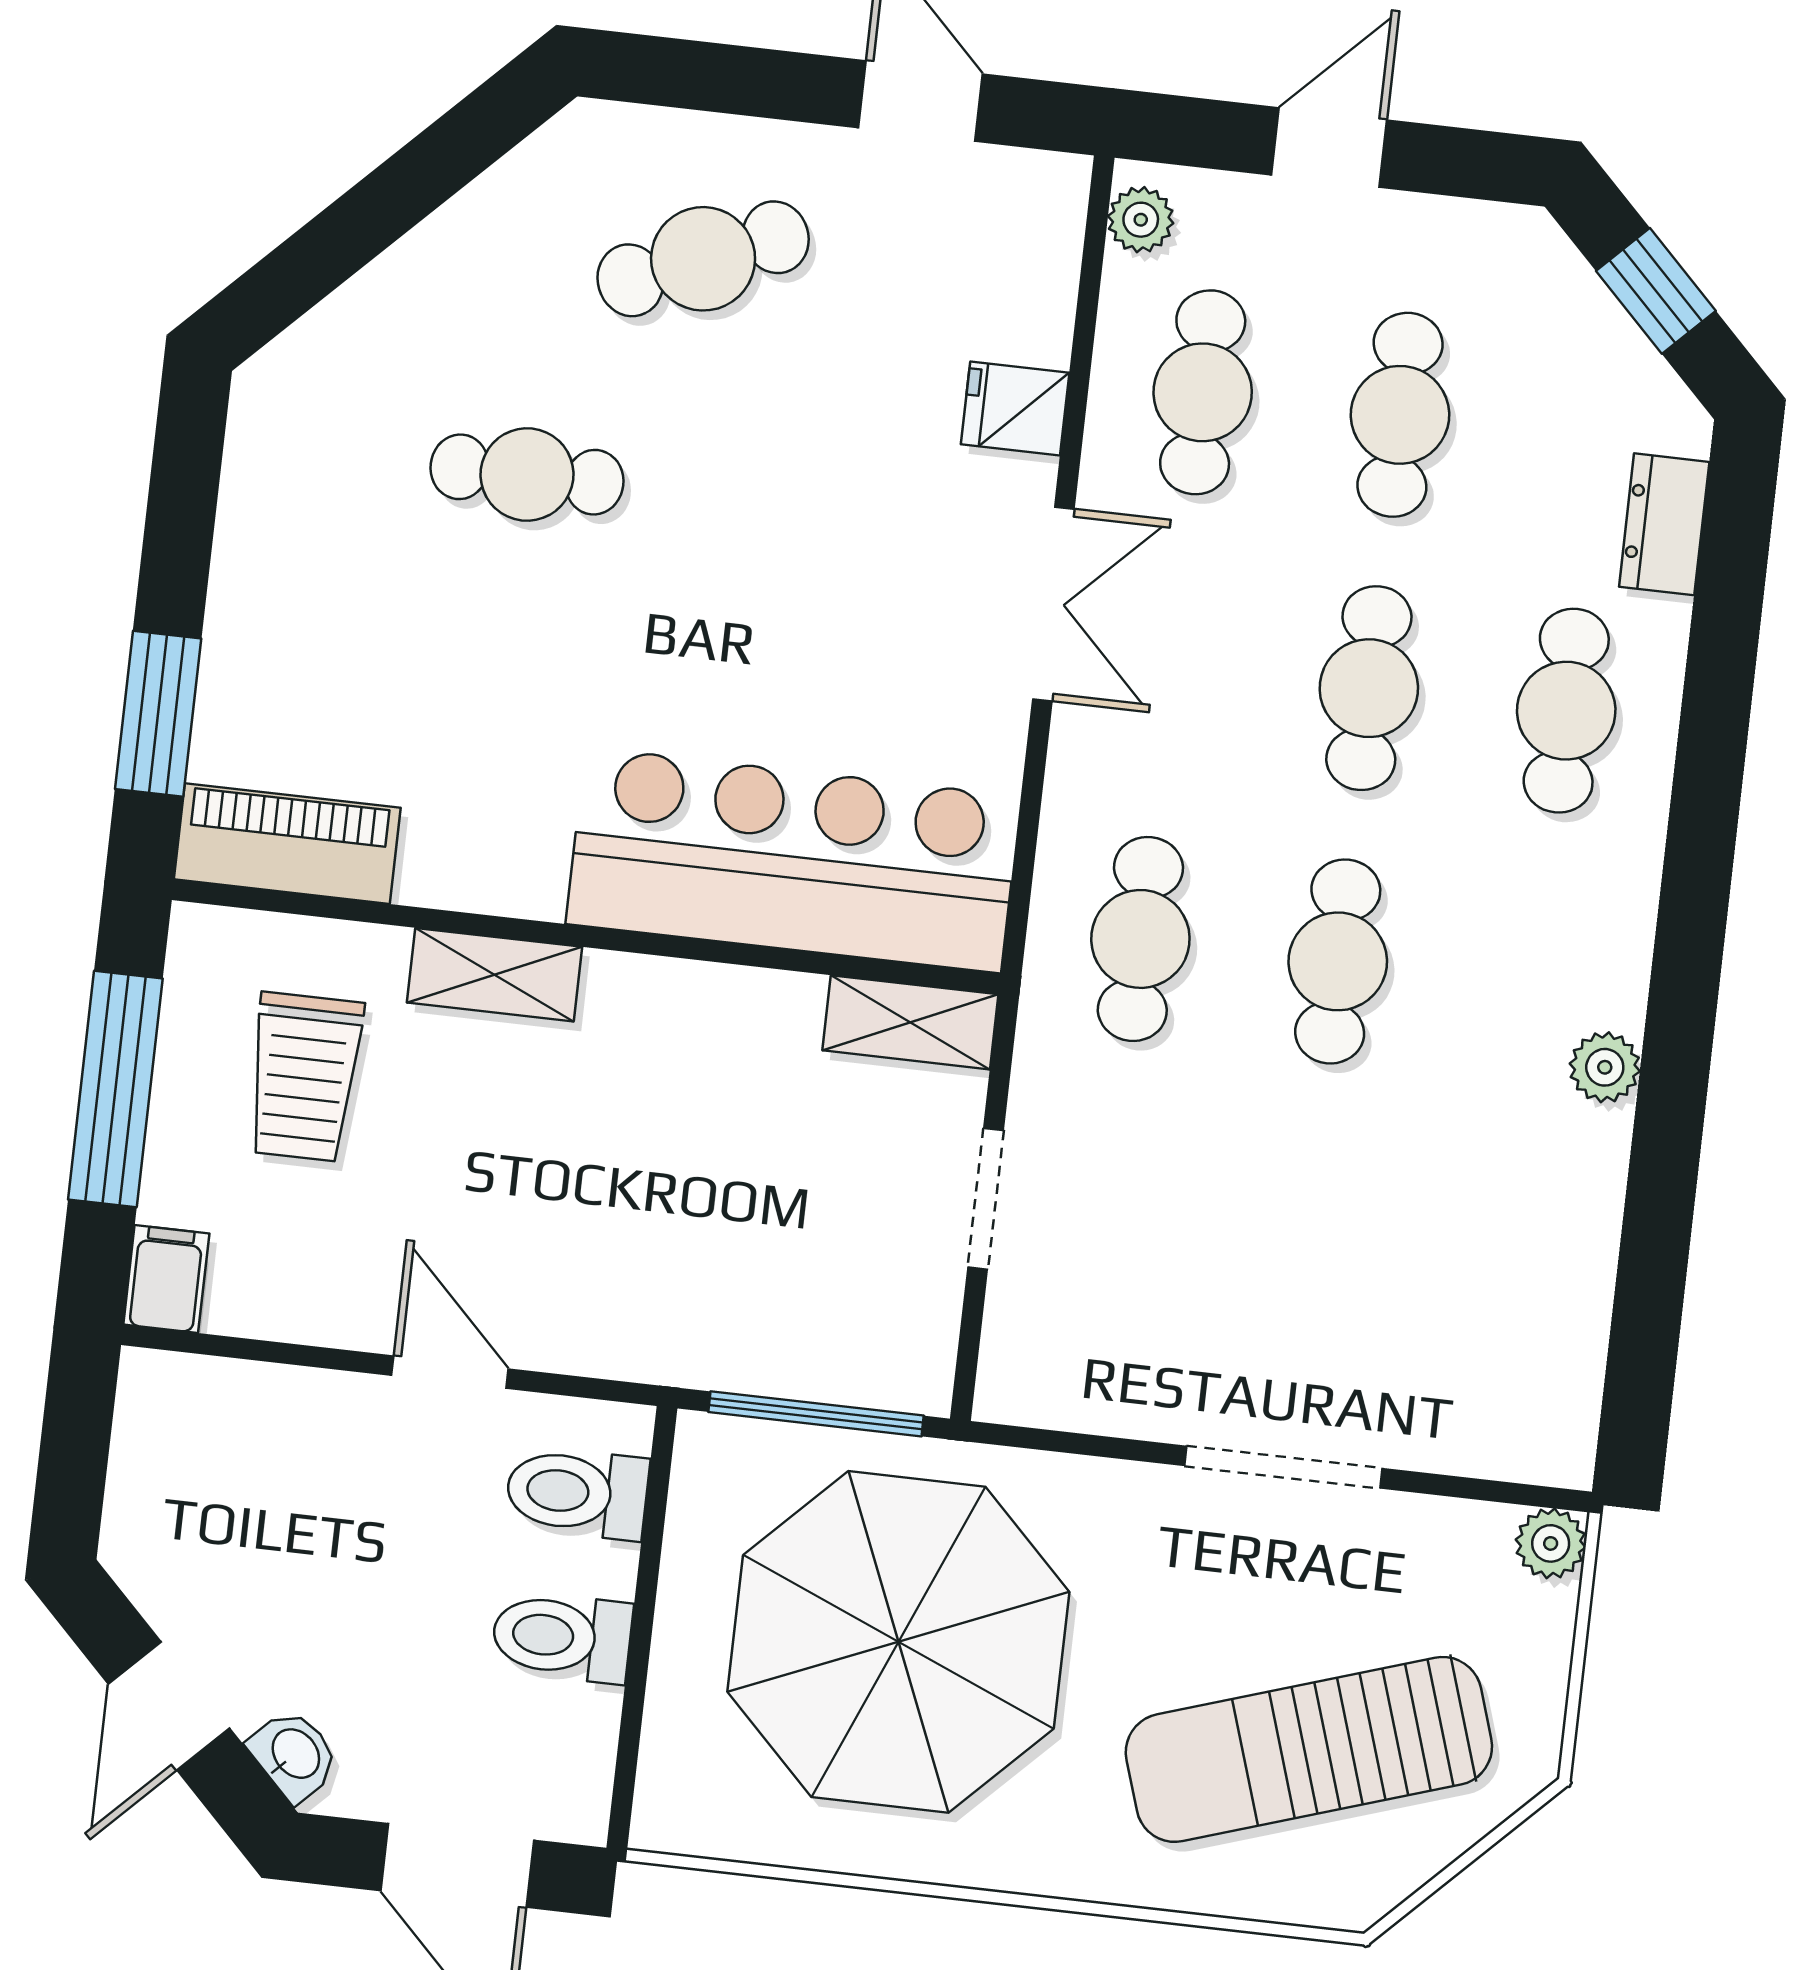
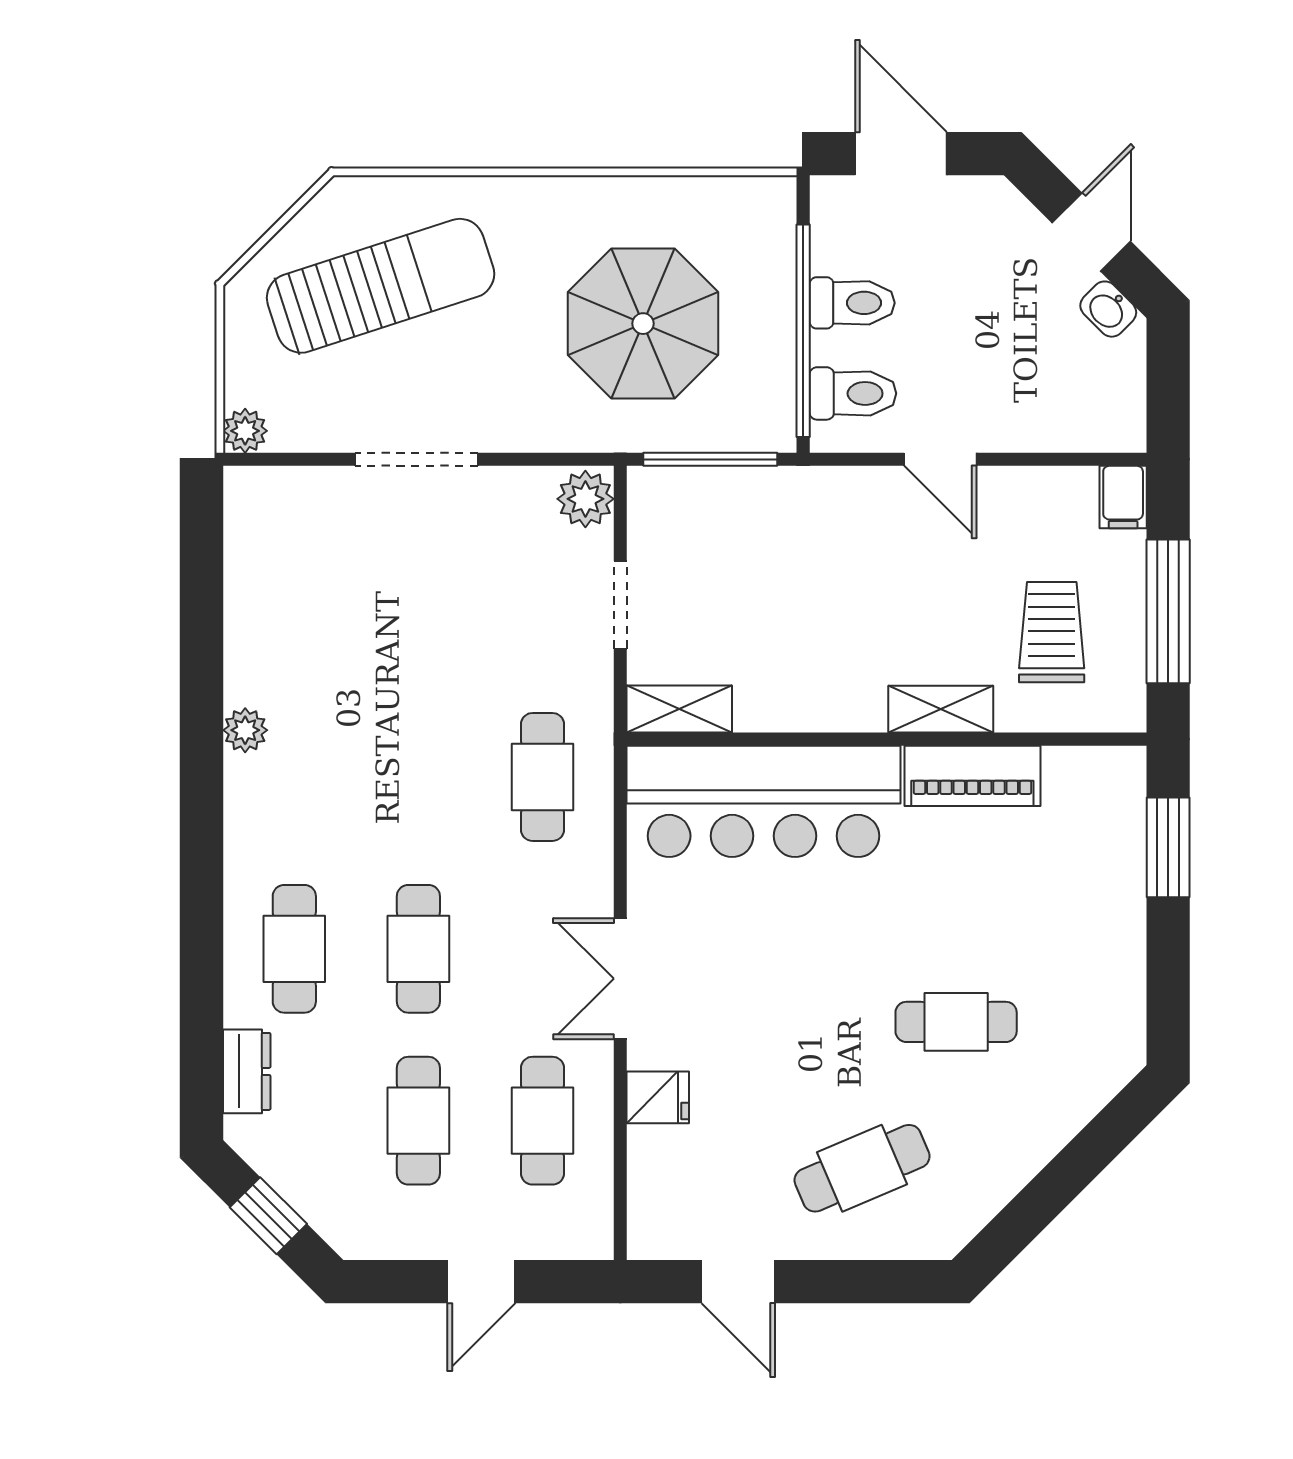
plant: (1141, 220) -> (585, 499), moved, width x1.38, depth x1.38
piano: (287, 844) -> (972, 776), moved
cafe table: (1338, 961) -> (418, 777), removed
window: (645, 1601) -> (803, 331), added
parasol: (898, 1642) -> (643, 324), width x0.73, depth x0.73
washbasin: (294, 1755) -> (1108, 309), moved

